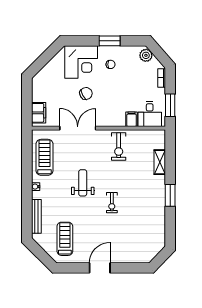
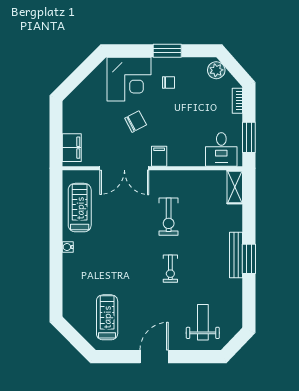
filing cabinet: (132, 119) -> (159, 156), moved
double door: (78, 128) -> (124, 168), swing flipped
exercise bike: (119, 146) -> (169, 217), moved
shelving: (160, 162) -> (235, 187), moved
weight bench: (83, 183) -> (203, 322), moved
bench: (36, 216) -> (236, 255), moved

